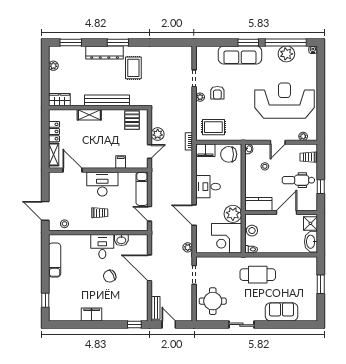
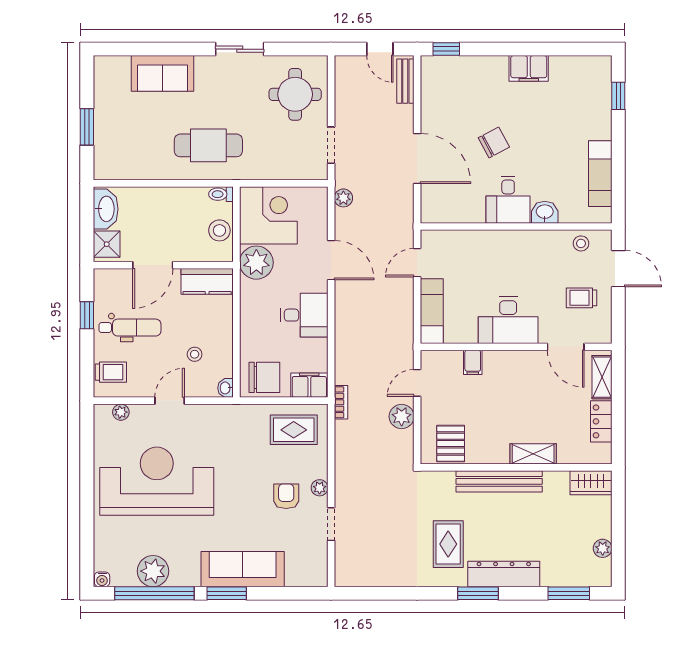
reception desk: (284, 101) -> (157, 481), turned 180
trolley: (100, 213) -> (582, 298), moved
door: (149, 214) -> (417, 263), swing flipped
washbasin: (121, 240) -> (545, 212), moved

